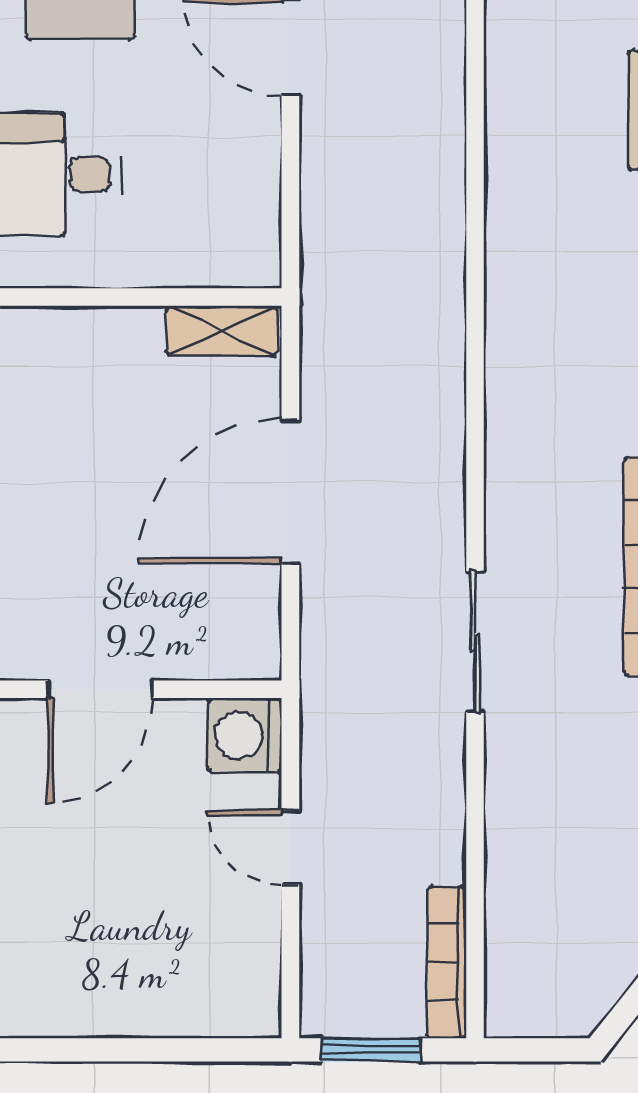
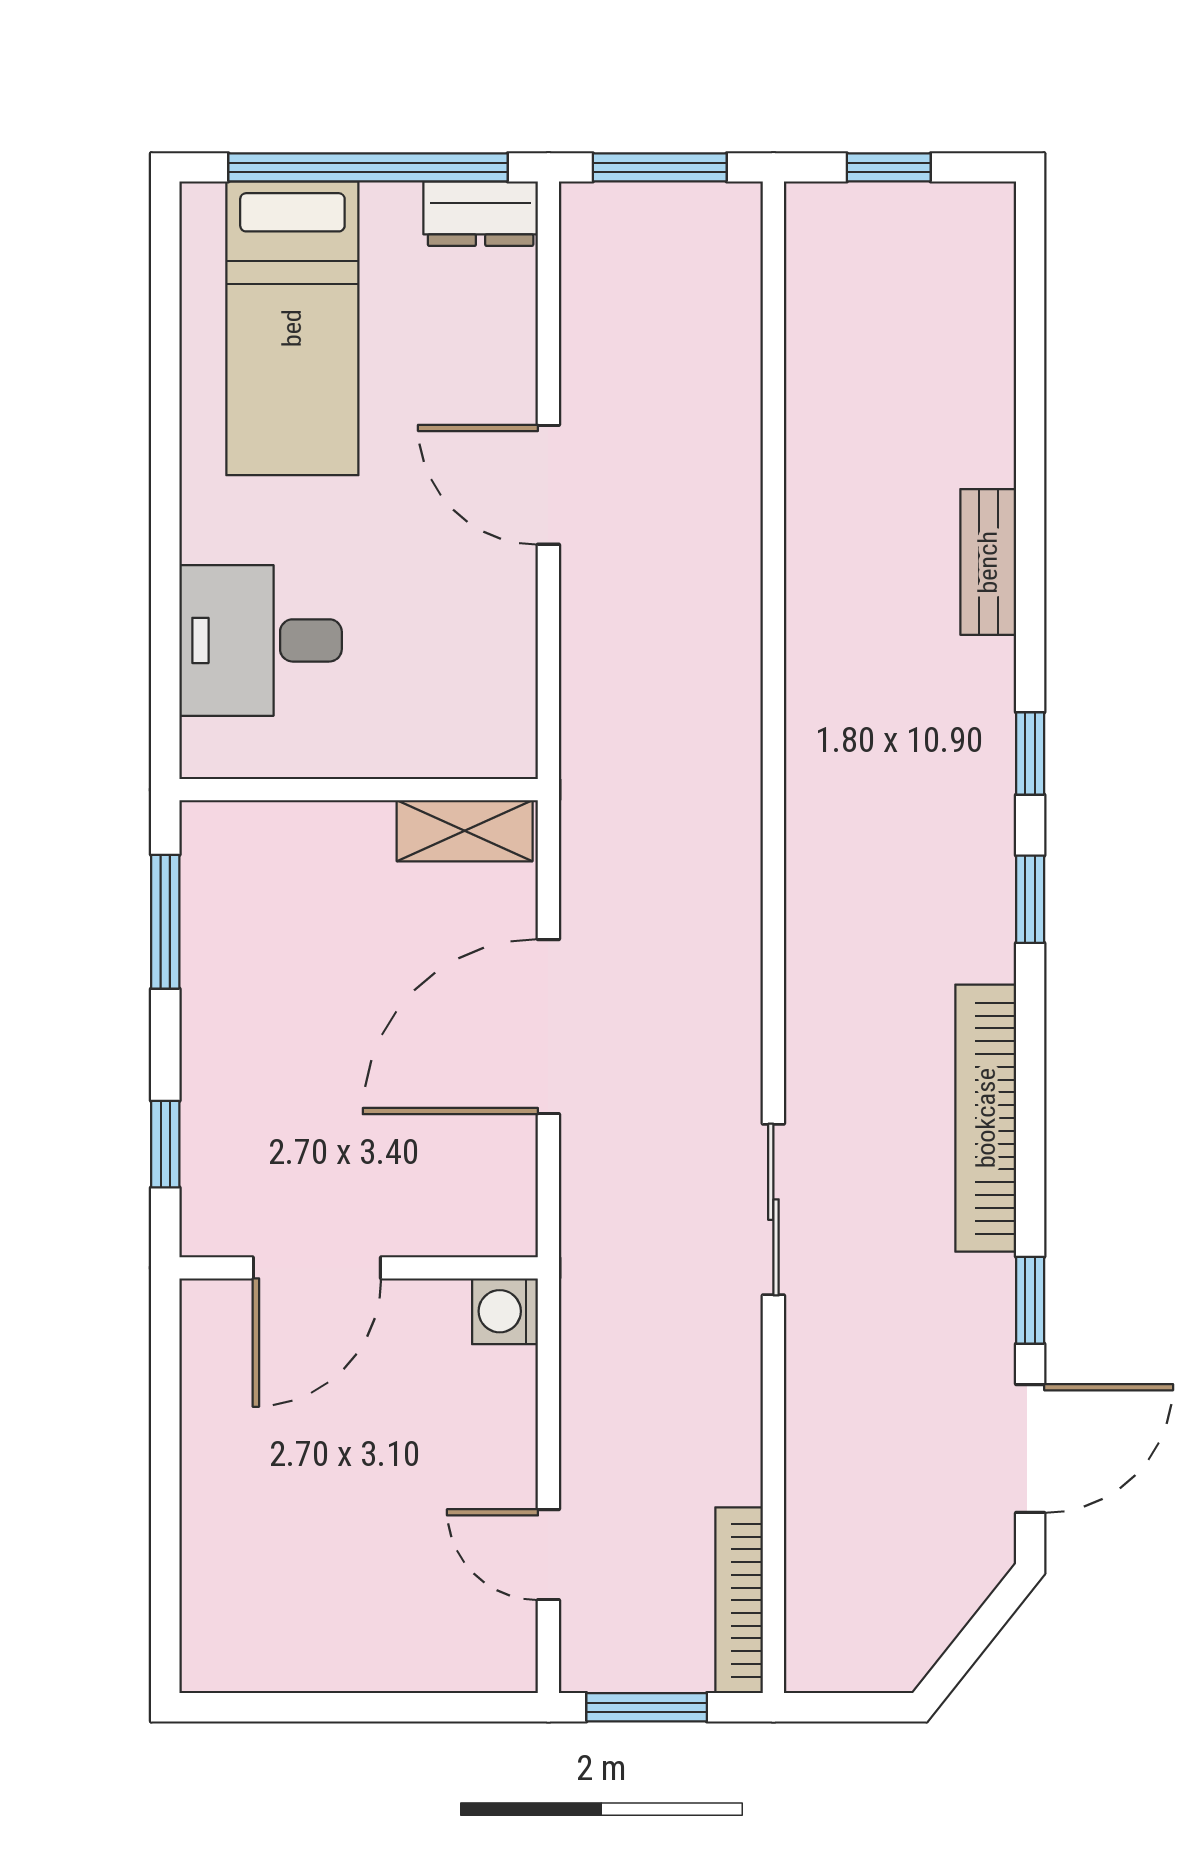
washing machine: (245, 735) -> (505, 1311), width x0.73, depth x0.73
door: (290, 847) -> (548, 1555), moved

